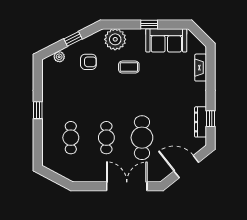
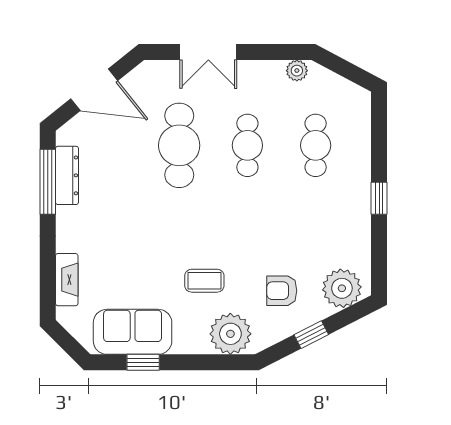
window: (149, 24) -> (143, 362), moved
plant: (59, 57) -> (342, 288), width x1.87, depth x1.87
window: (211, 119) -> (48, 182), width x2.17
plant: (81, 177) -> (297, 71), added
double door: (127, 186) -> (208, 52), width x0.73

